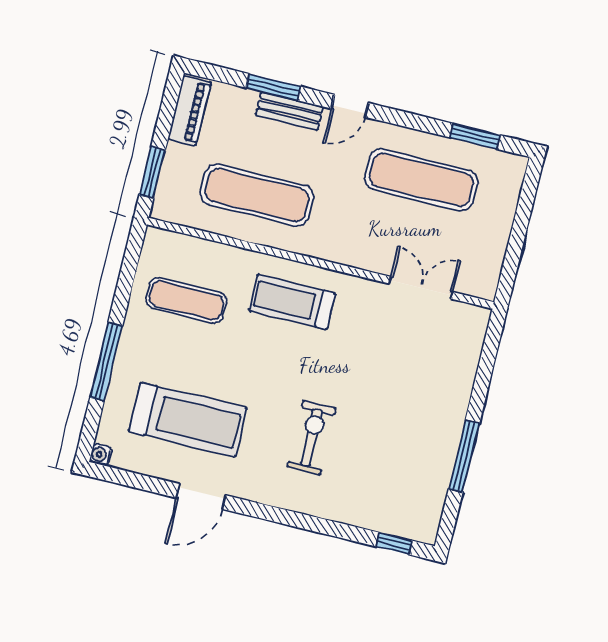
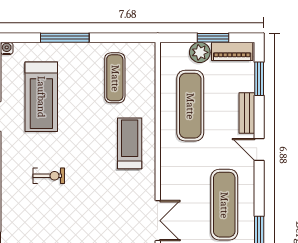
window: (273, 87) -> (259, 79), moved
plant: (179, 160) -> (200, 52), added
window: (152, 173) -> (213, 38), moved
exercise bike: (312, 438) -> (49, 176), width x0.73, depth x0.72

